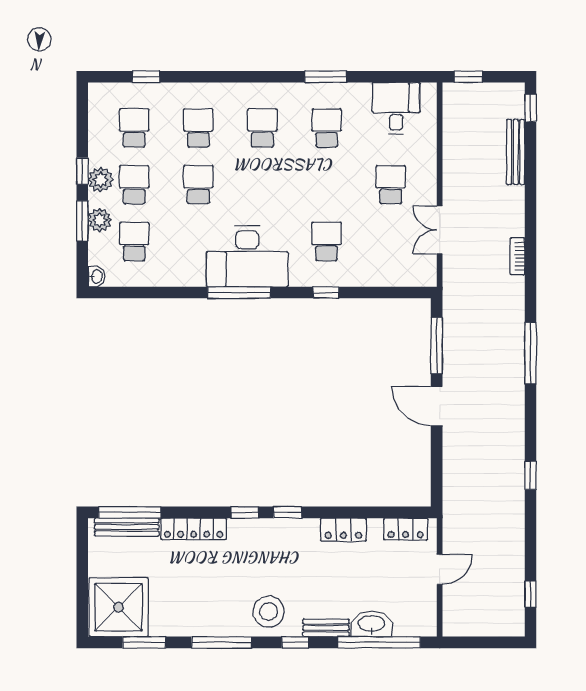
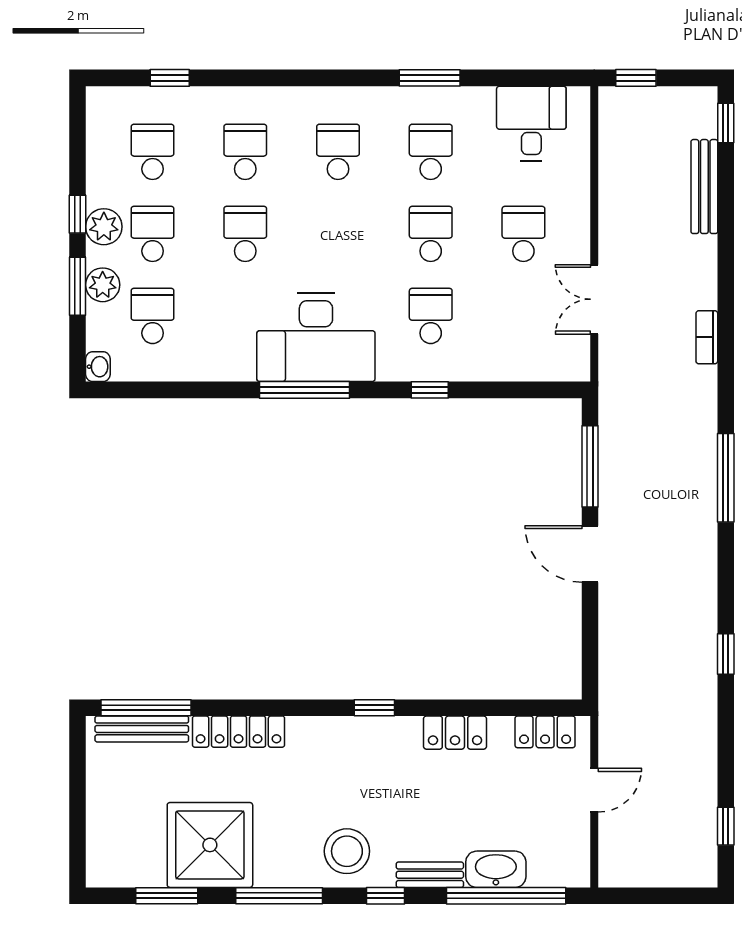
school desk: (327, 185) -> (431, 234), added
window: (245, 512) -> (313, 708), removed
shower: (119, 607) -> (210, 845), moved

